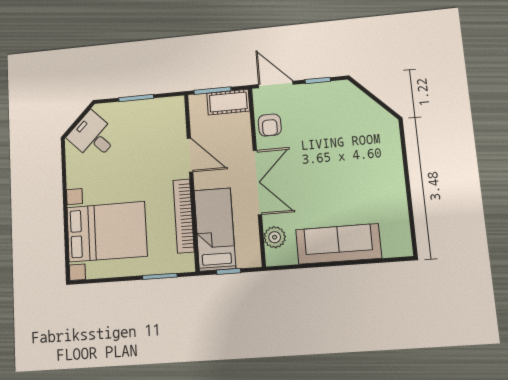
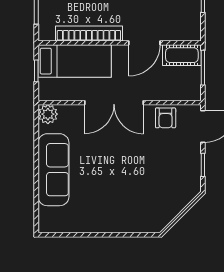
cot: (228, 102) -> (182, 55), moved, turned 90
armchair: (270, 125) -> (166, 118), turned -90
plant: (275, 237) -> (48, 114), moved

